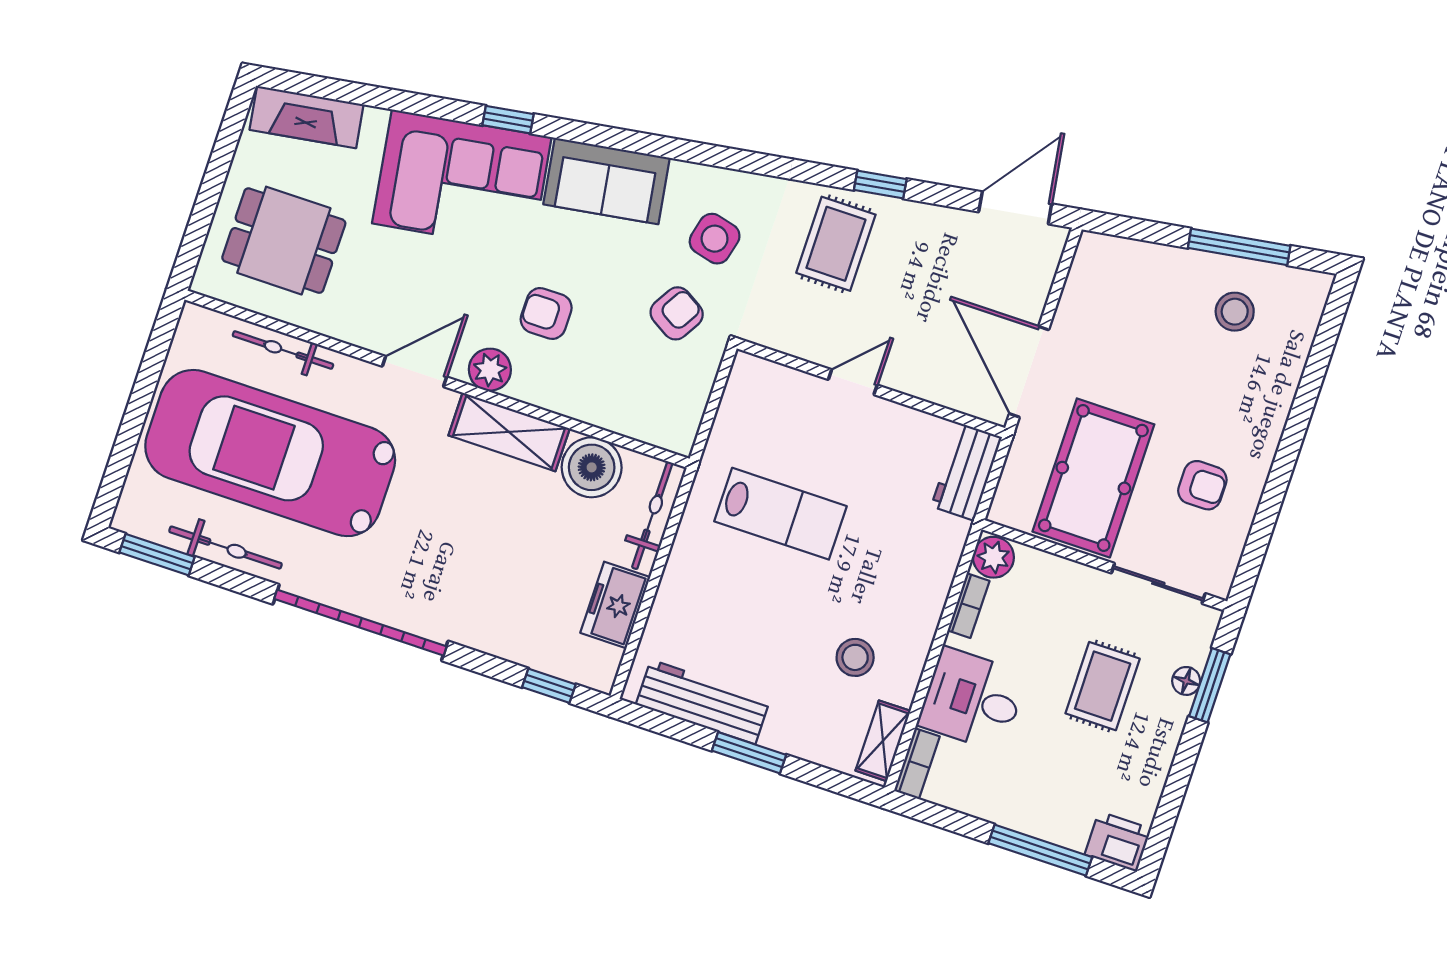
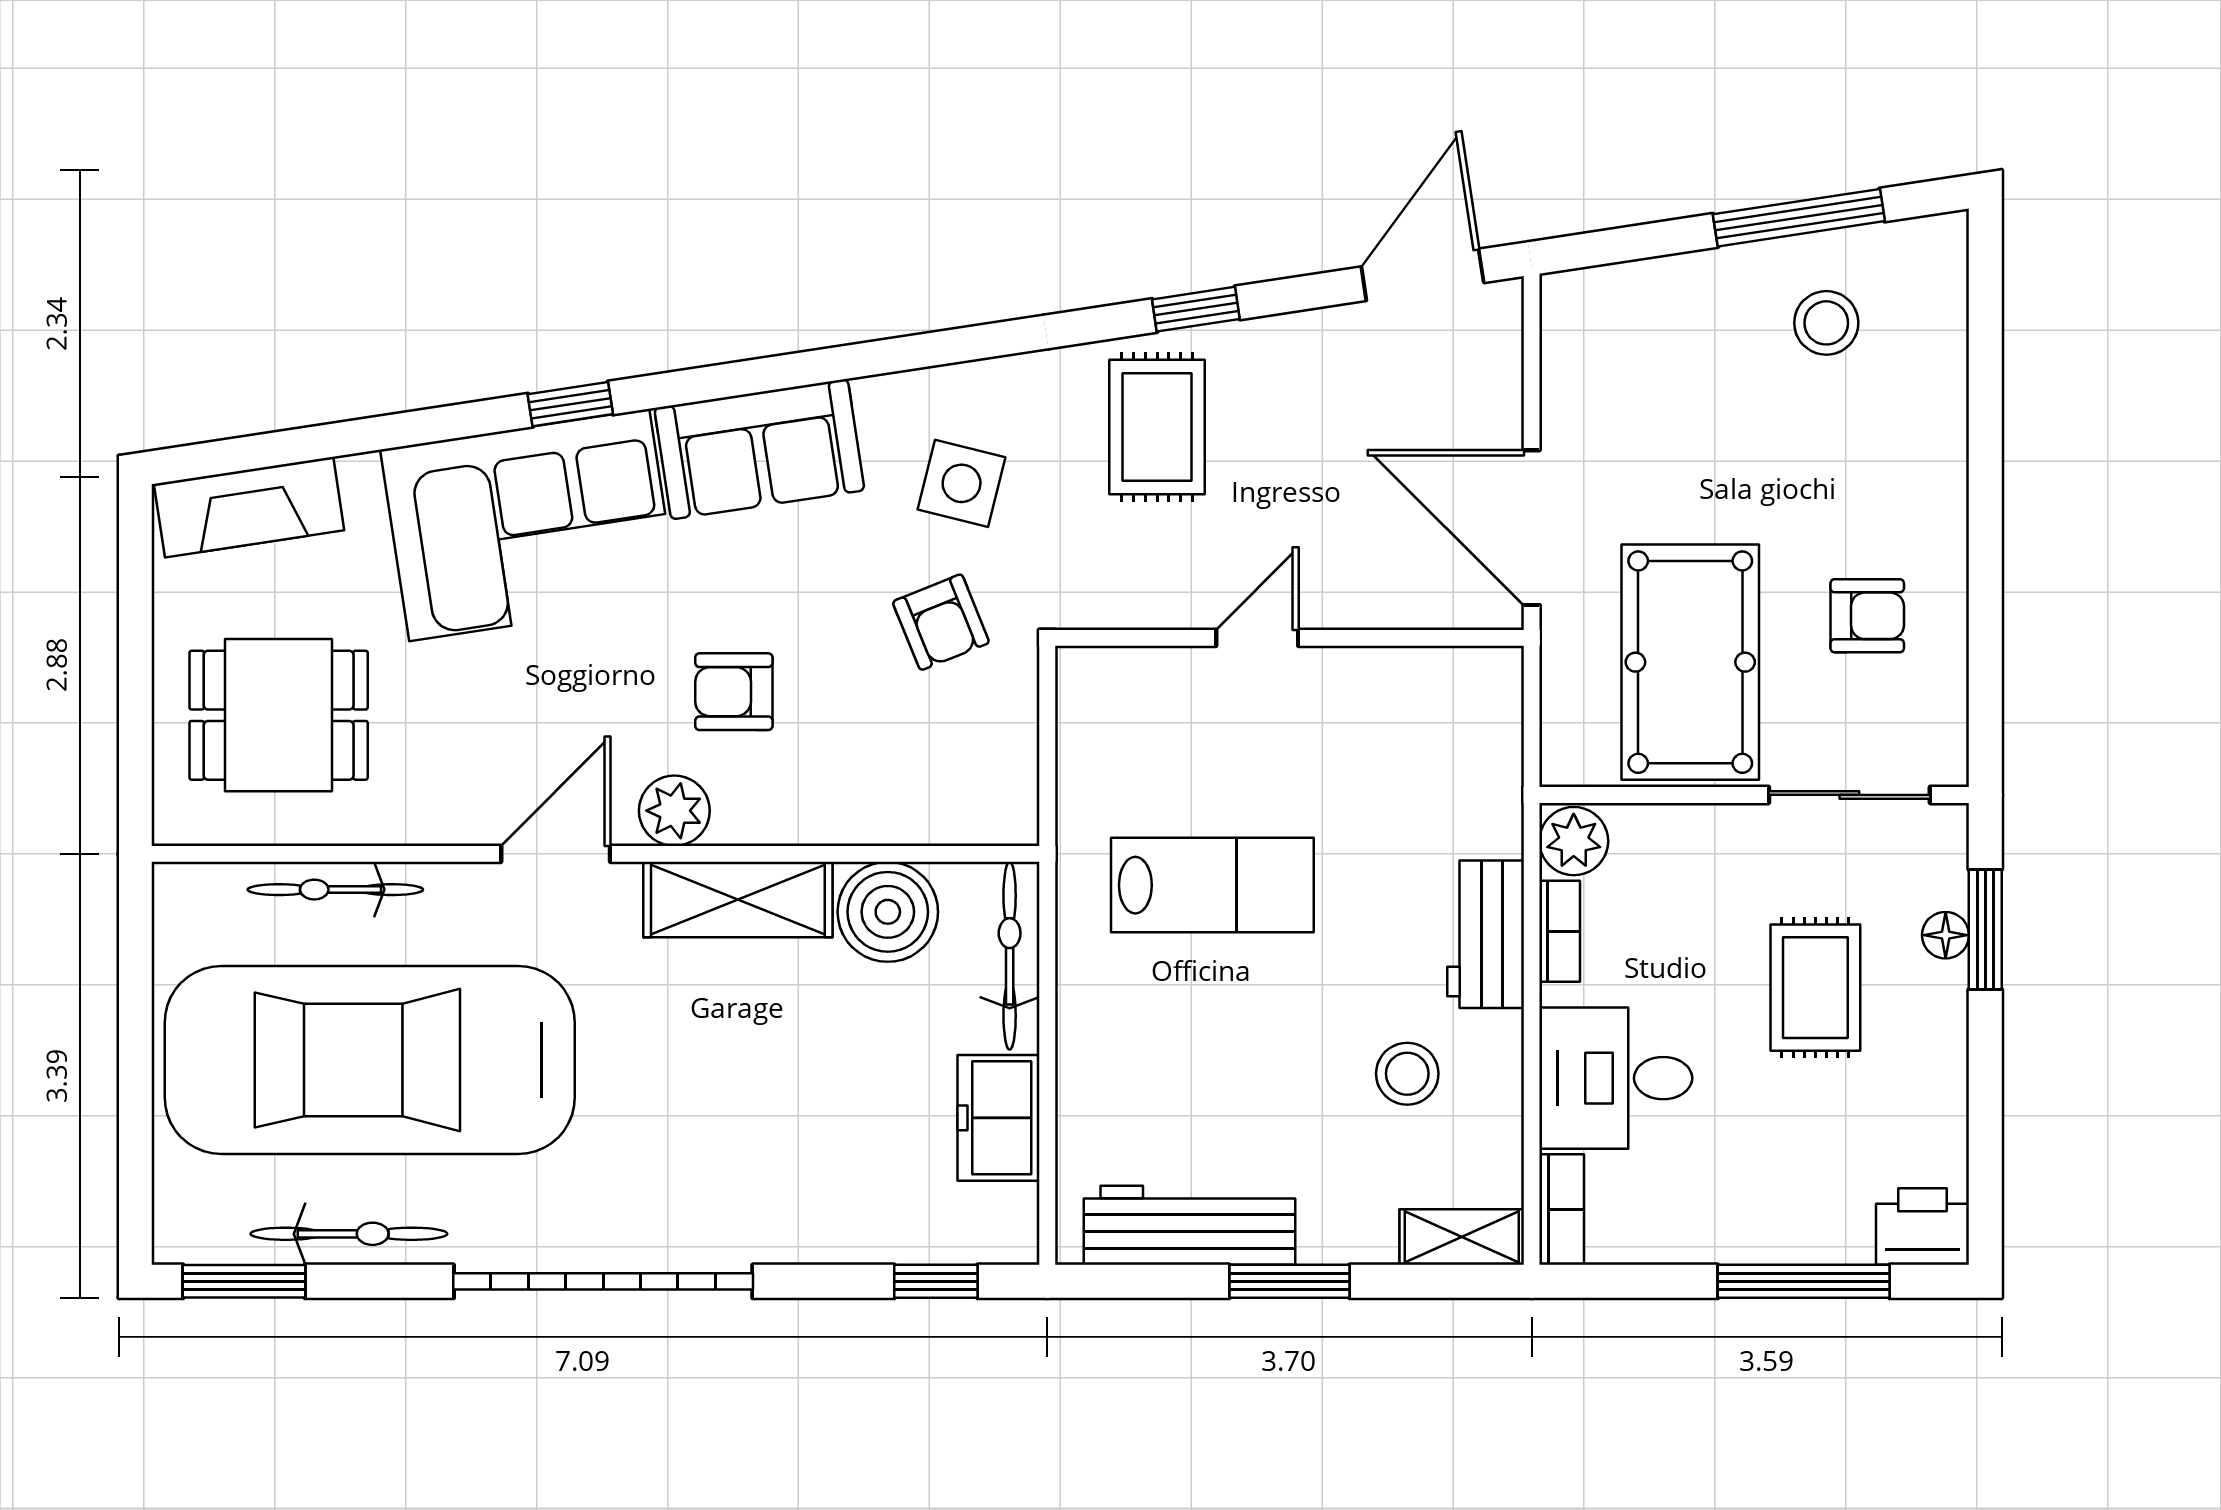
armchair: (677, 313) -> (941, 622), turned 127
workbench: (967, 472) -> (1486, 934), moved
shelving: (883, 741) -> (1462, 1237), moved, turned 90

